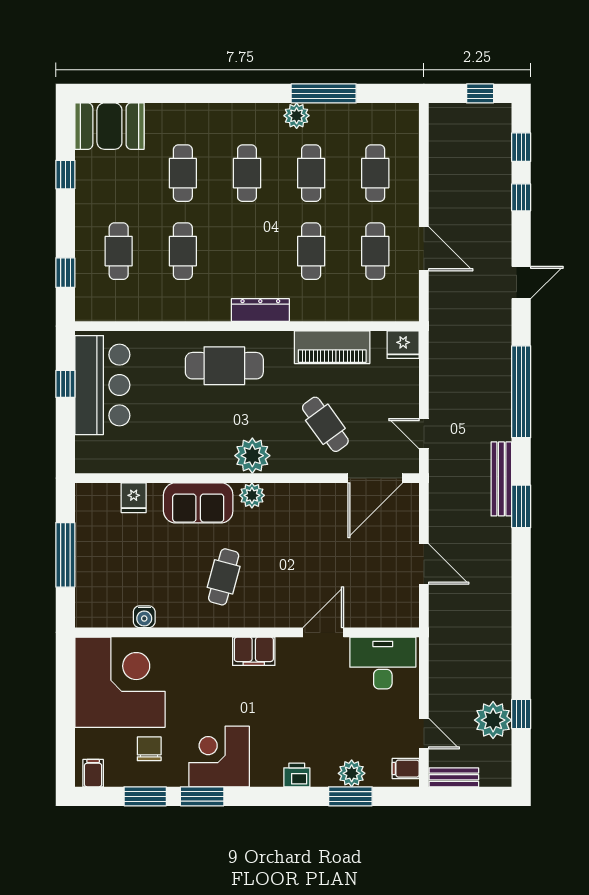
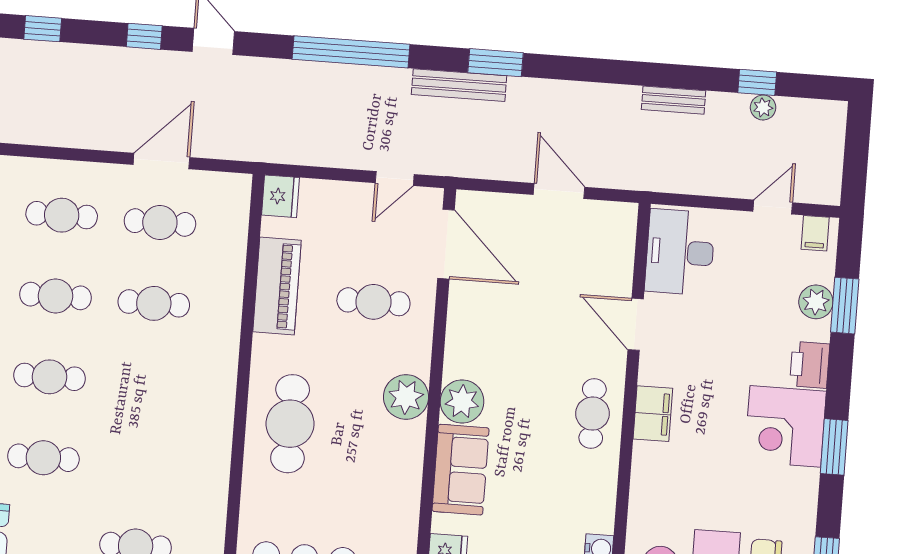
window: (521, 197) -> (144, 36), moved
cafe table: (183, 251) -> (142, 465), removed
dresser: (260, 310) -> (223, 373), removed
cafe table: (325, 424) -> (373, 302), turned 36
plant: (252, 495) -> (462, 402), width x1.36, depth x1.36
door: (424, 564) -> (559, 191), hinge flipped
cafe table: (224, 577) -> (593, 414), moved, turned 75
plant: (493, 720) -> (763, 108), width x0.53, depth x0.53
corner desk: (219, 757) -> (785, 426), moved
printer: (297, 775) -> (810, 365), width x1.36, depth x1.24
bench: (454, 777) -> (674, 100), moved, turned 90
window: (202, 796) -> (834, 447), moved

